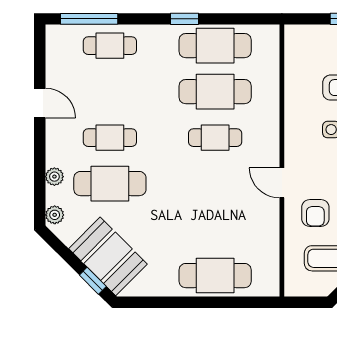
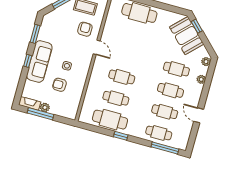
cafe table: (110, 92) -> (165, 112), added
cafe table: (215, 92) -> (116, 98), width x0.73, depth x0.74
cafe table: (110, 184) -> (176, 69), width x0.73, depth x0.74

